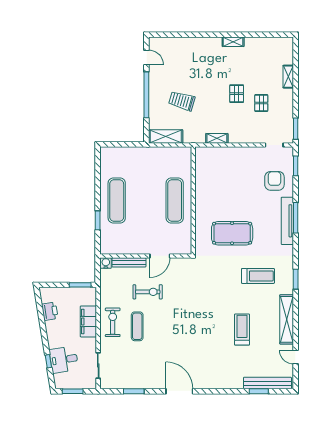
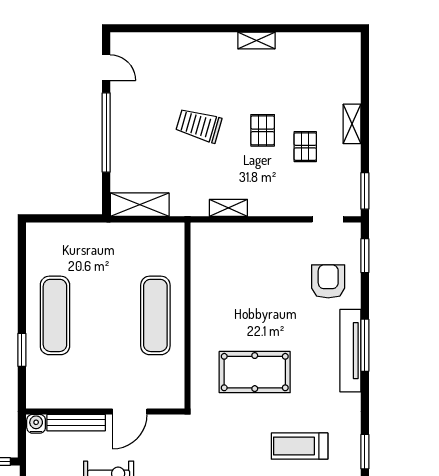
shelving: (288, 77) -> (352, 124), moved
trolley: (182, 101) -> (199, 125), moved
treadmill: (258, 276) -> (300, 446), turned 180

